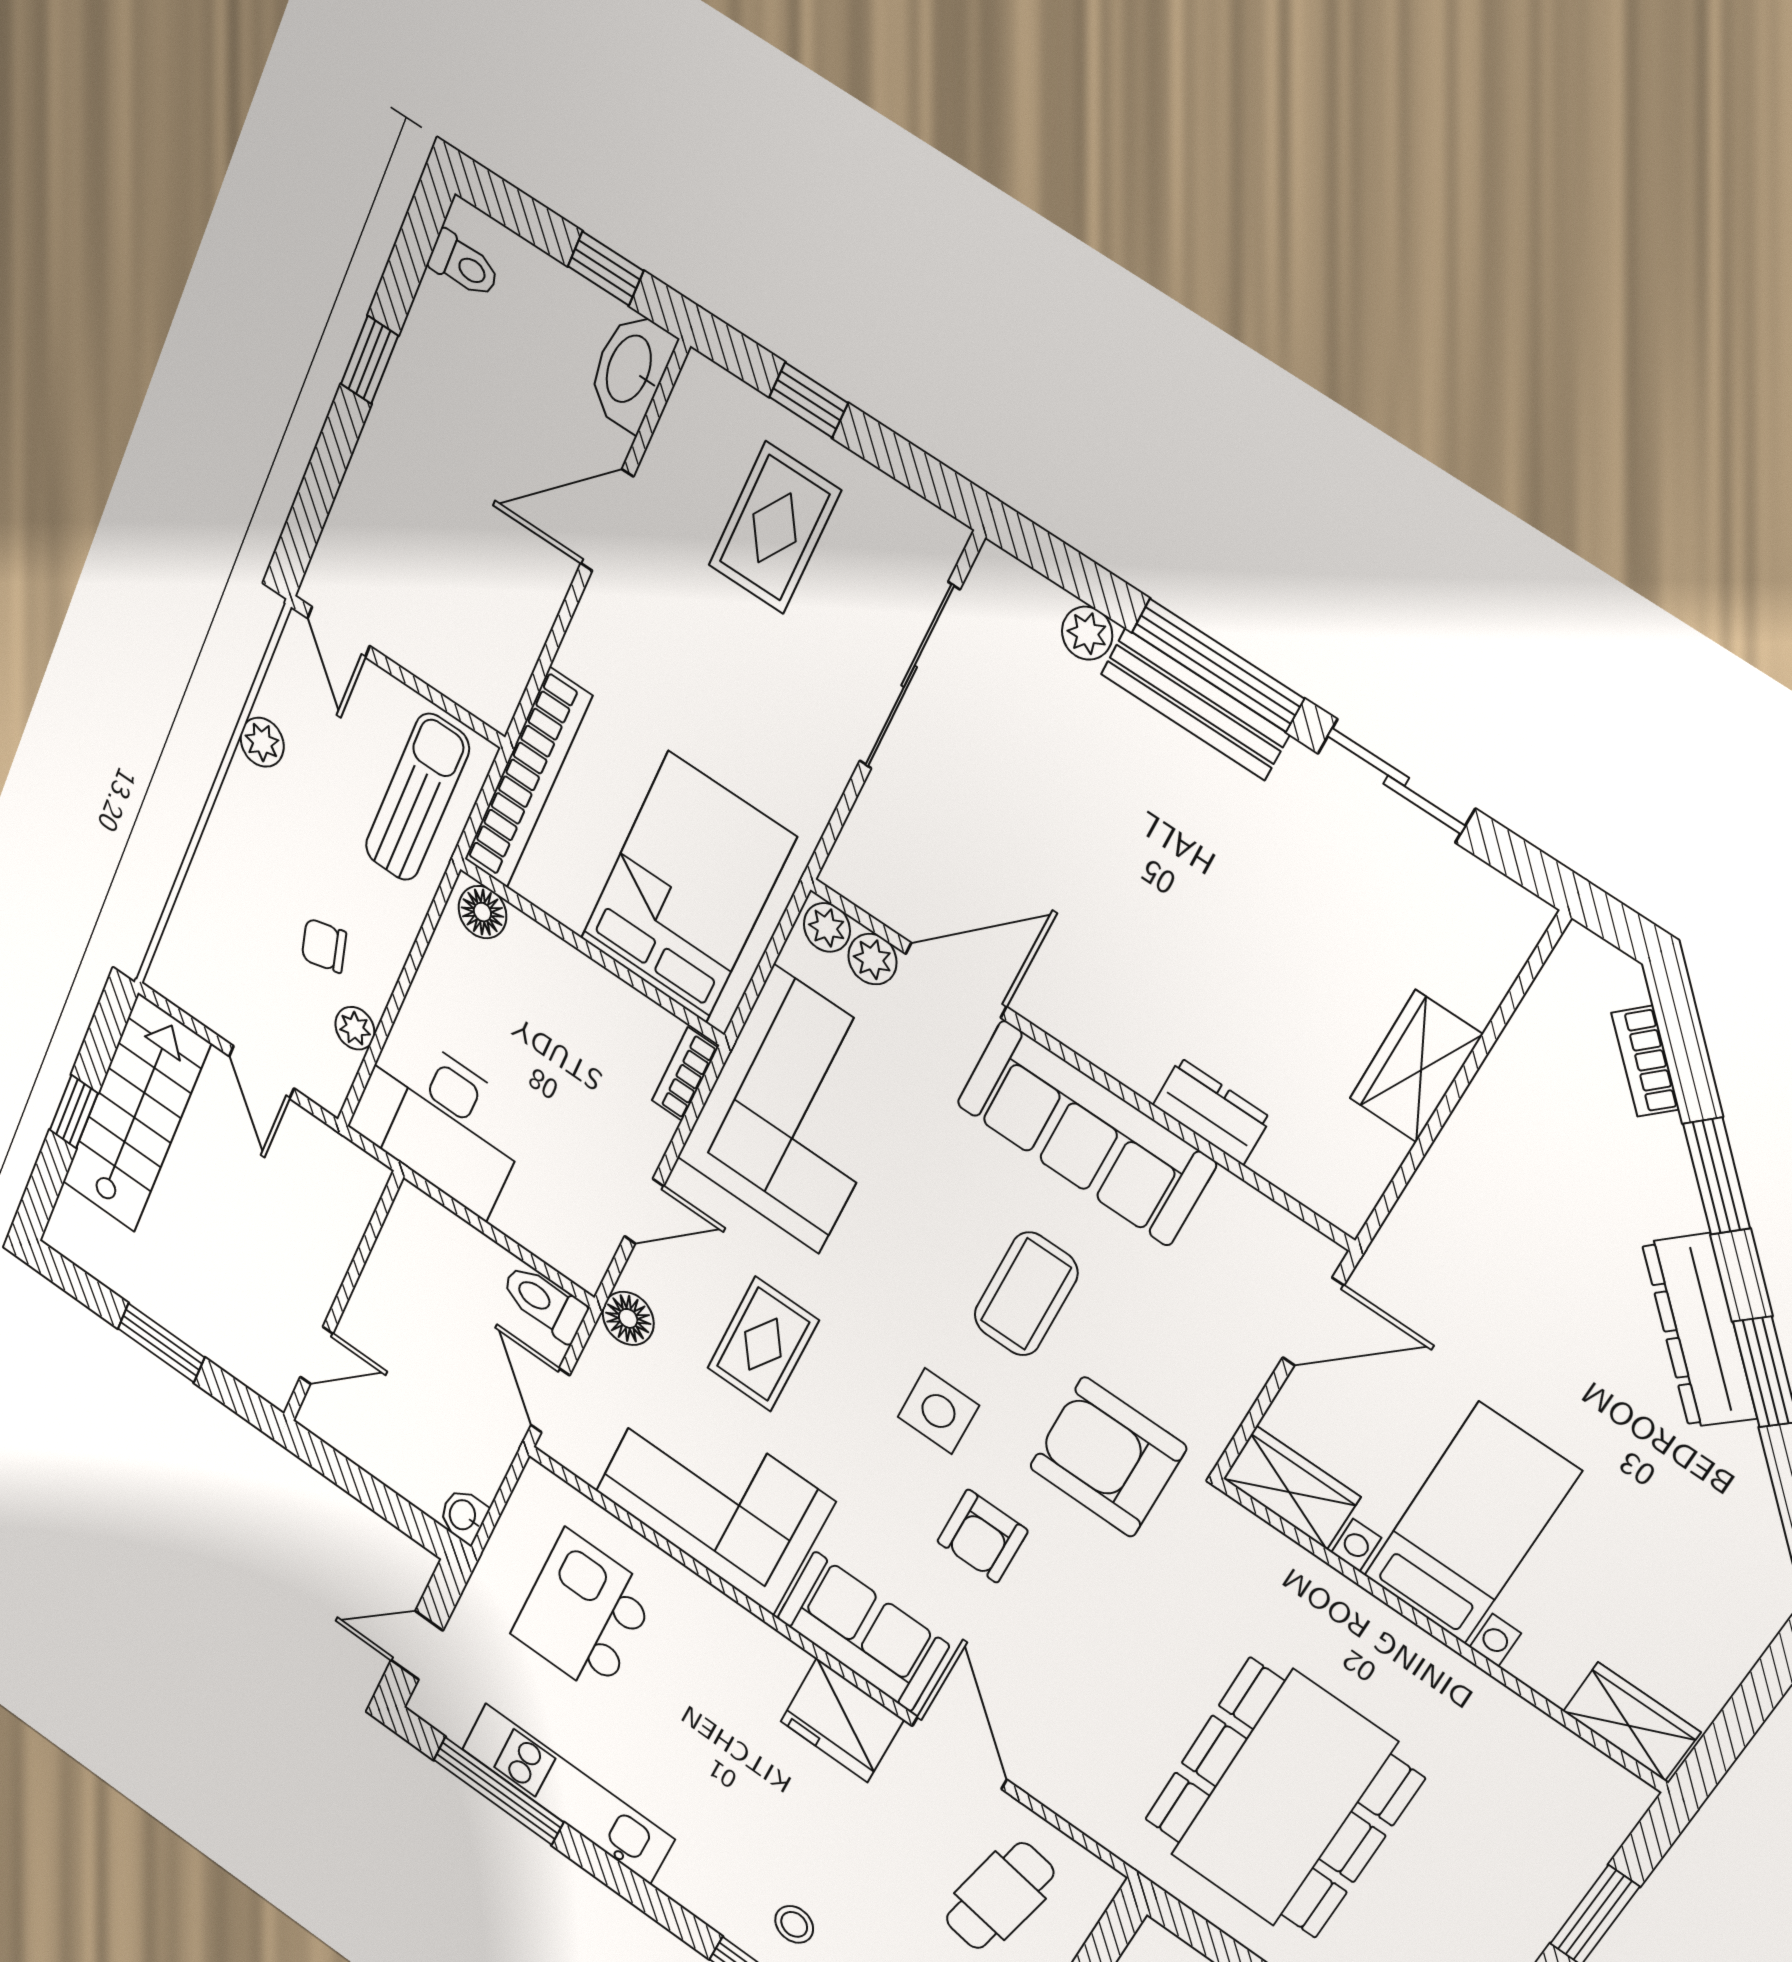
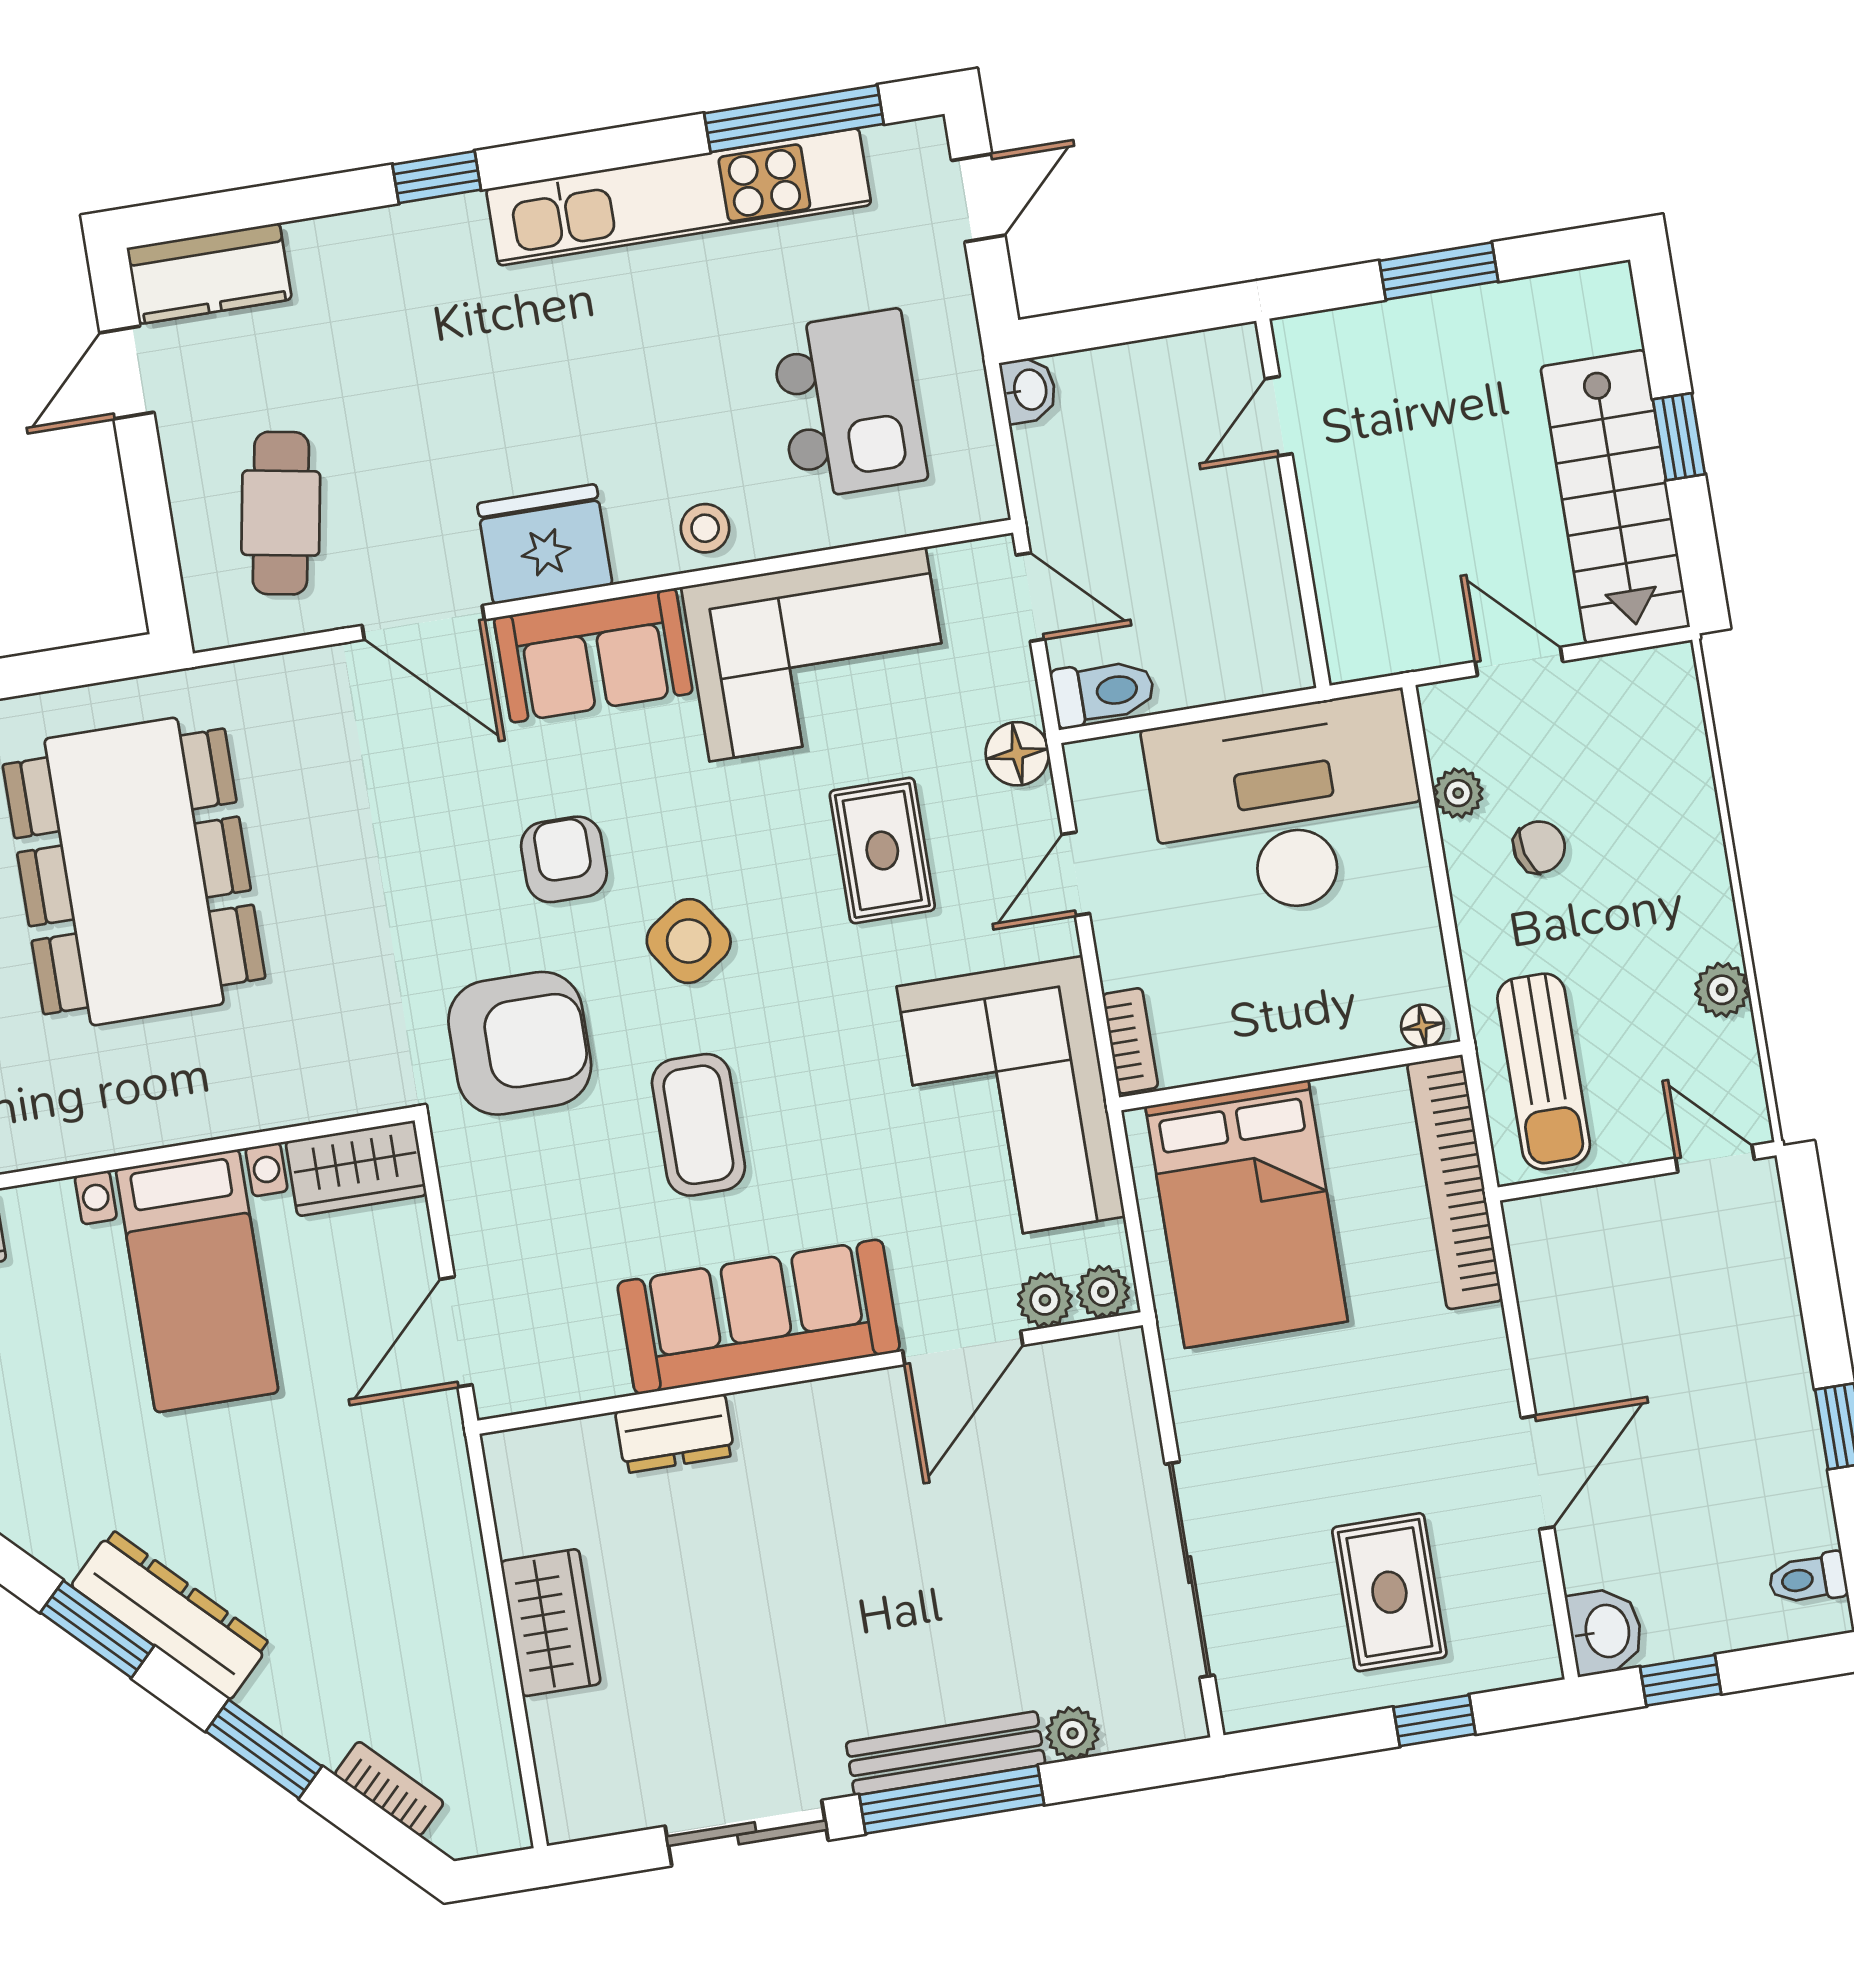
washbasin: (630, 370) -> (1605, 1631), width x0.72
floor lamp: (482, 912) -> (1423, 1026), width x0.73, depth x0.73
desk: (440, 1121) -> (1287, 807), width x1.36, depth x1.30
side table: (938, 1411) -> (689, 941), turned -34
kitchen unit: (568, 1794) -> (679, 197), width x1.36
stool: (794, 1924) -> (705, 528), moved

